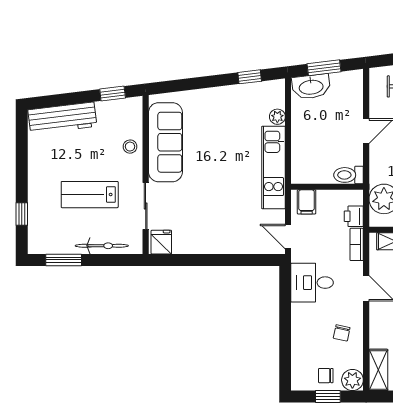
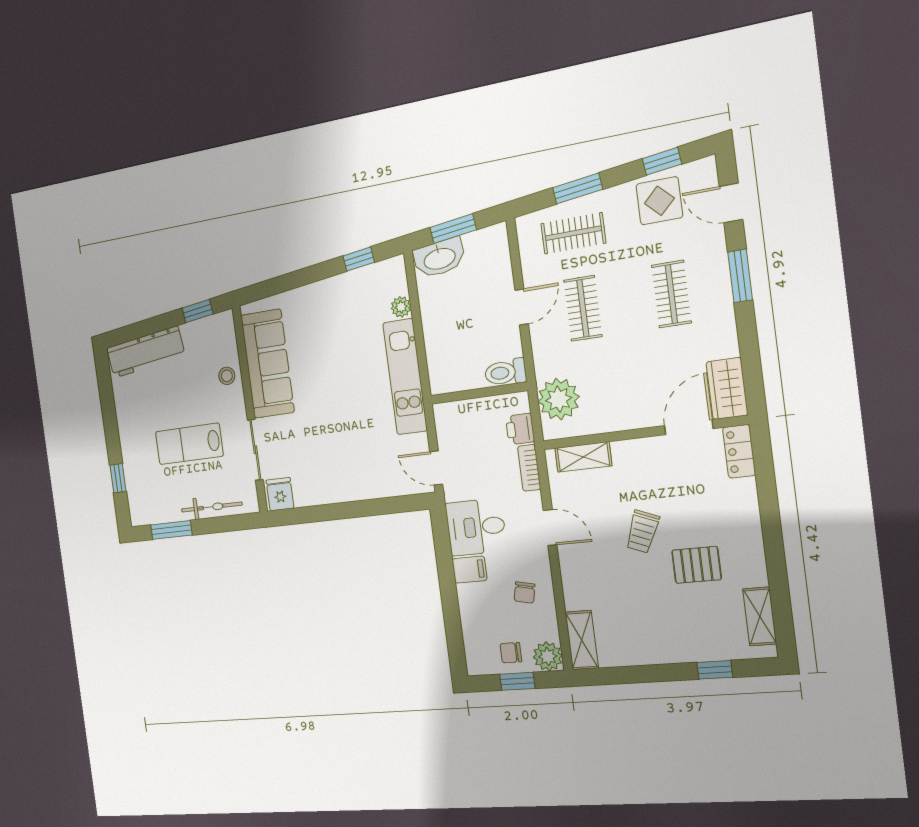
filing cabinet: (307, 202) -> (470, 570), moved, turned -90

